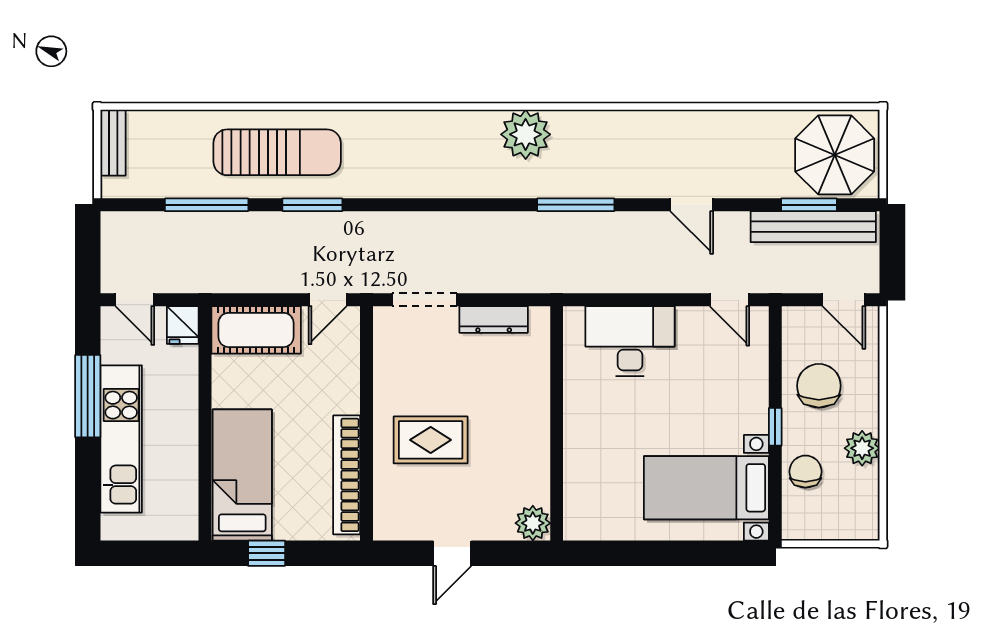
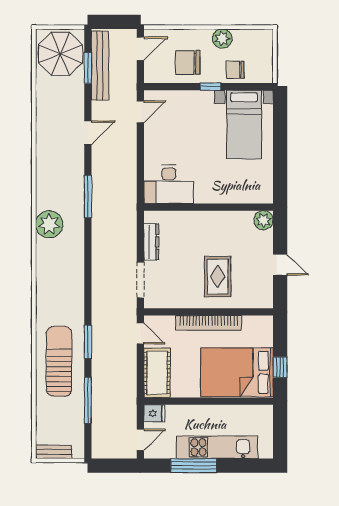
desk: (630, 341) -> (169, 184), moved, turned -90
bed: (242, 475) -> (237, 372), width x1.50
bookcase: (347, 475) -> (209, 323), moved

